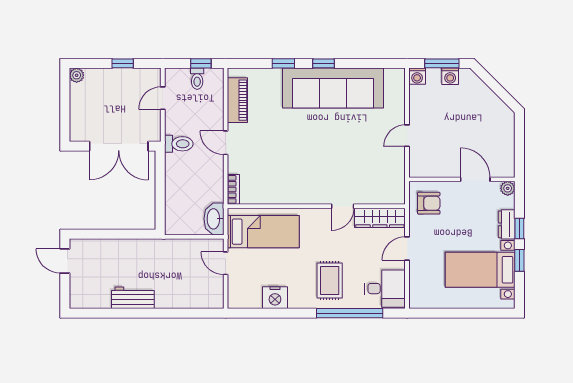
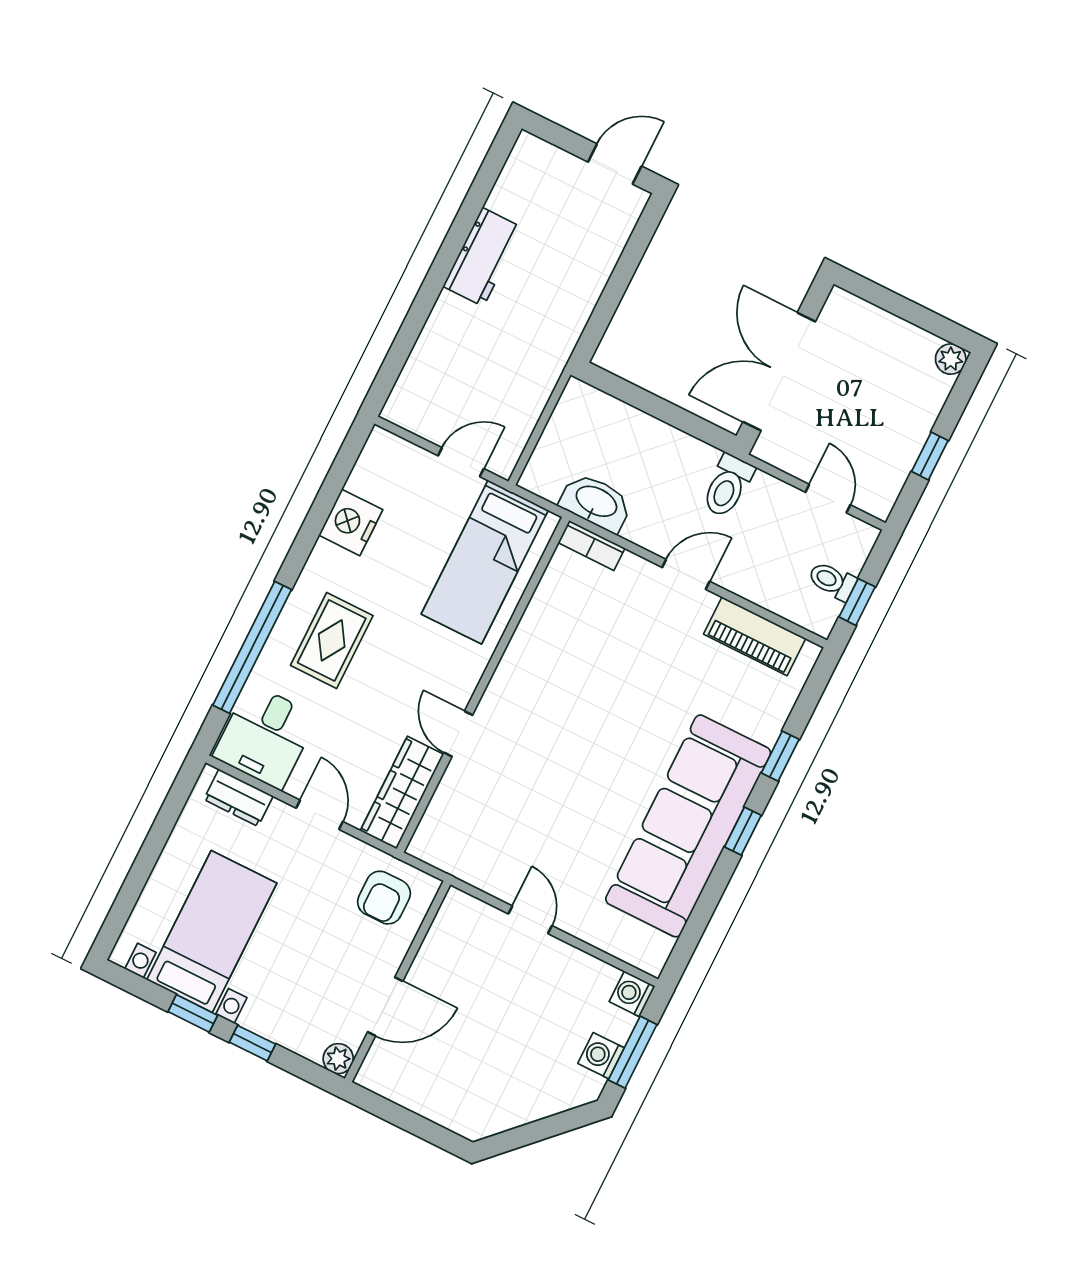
washbasin: (214, 219) -> (596, 502), moved
dresser: (507, 224) -> (238, 798), moved, turned 180
rug: (330, 281) -> (332, 640), turned 90

